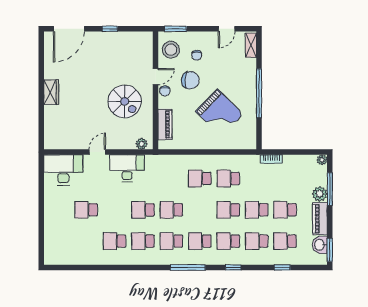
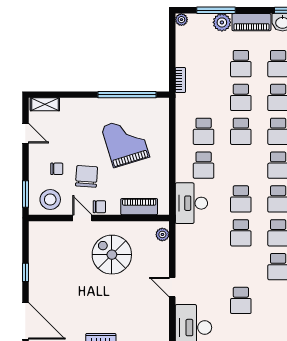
window: (259, 93) -> (127, 95), moved
spiral stairs: (125, 101) -> (112, 255), turned -90
grand piano: (219, 113) -> (125, 142), turned -61
desk: (127, 168) -> (191, 203), moved

